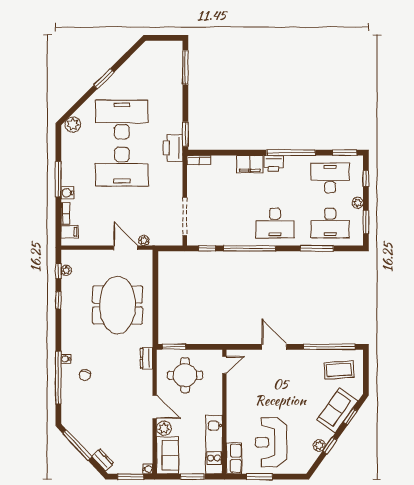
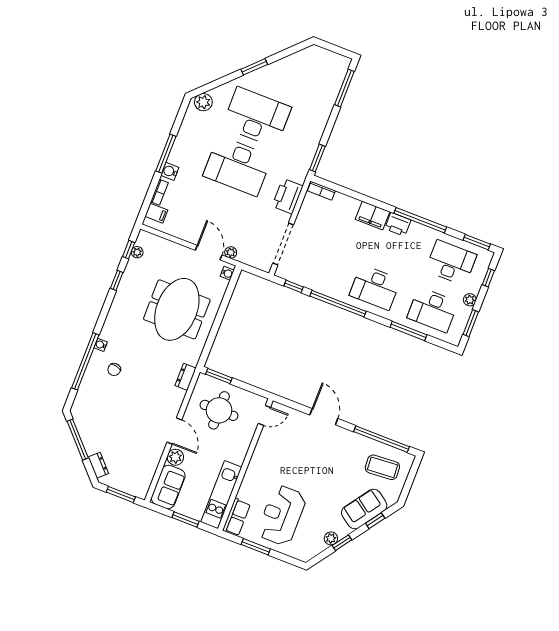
printer: (173, 148) -> (288, 196), moved
water cooler: (148, 469) -> (227, 273), moved

